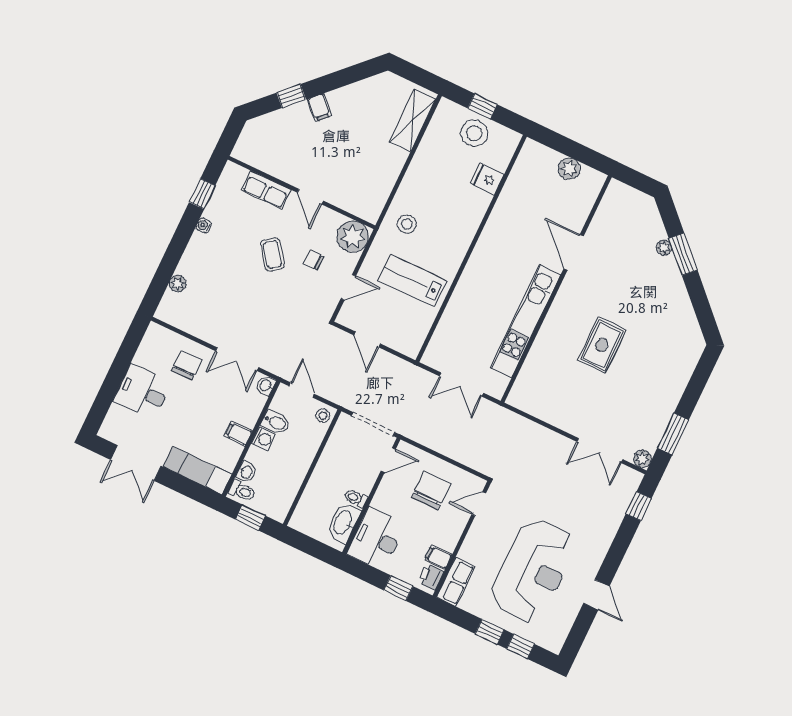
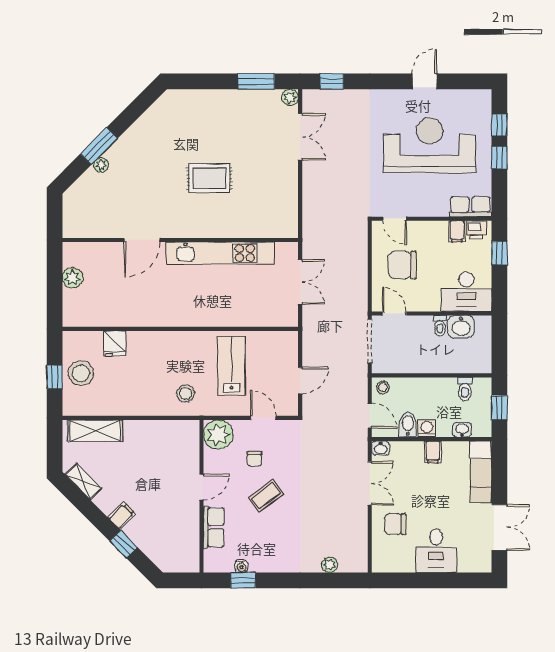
shelving: (370, 86) -> (83, 481), added
water cooler: (204, 225) -> (241, 566), moved
lab bench: (412, 280) -> (231, 366), turned 180
door: (302, 390) -> (370, 416), swing flipped
toilet: (242, 491) -> (465, 389), moved, turned 180
washbasin: (343, 523) -> (461, 327), width x0.72

